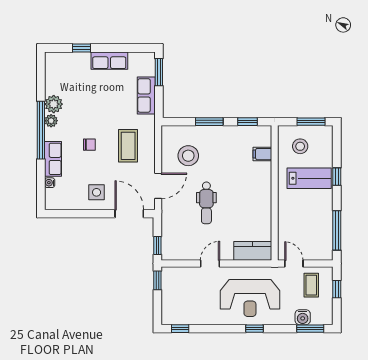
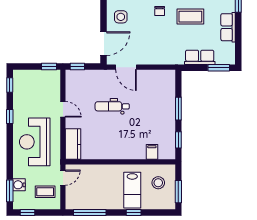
coffee table: (128, 146) -> (190, 17), moved
stool: (188, 156) -> (151, 92), removed
window: (337, 289) -> (27, 213), moved
window: (255, 329) -> (10, 117), moved

